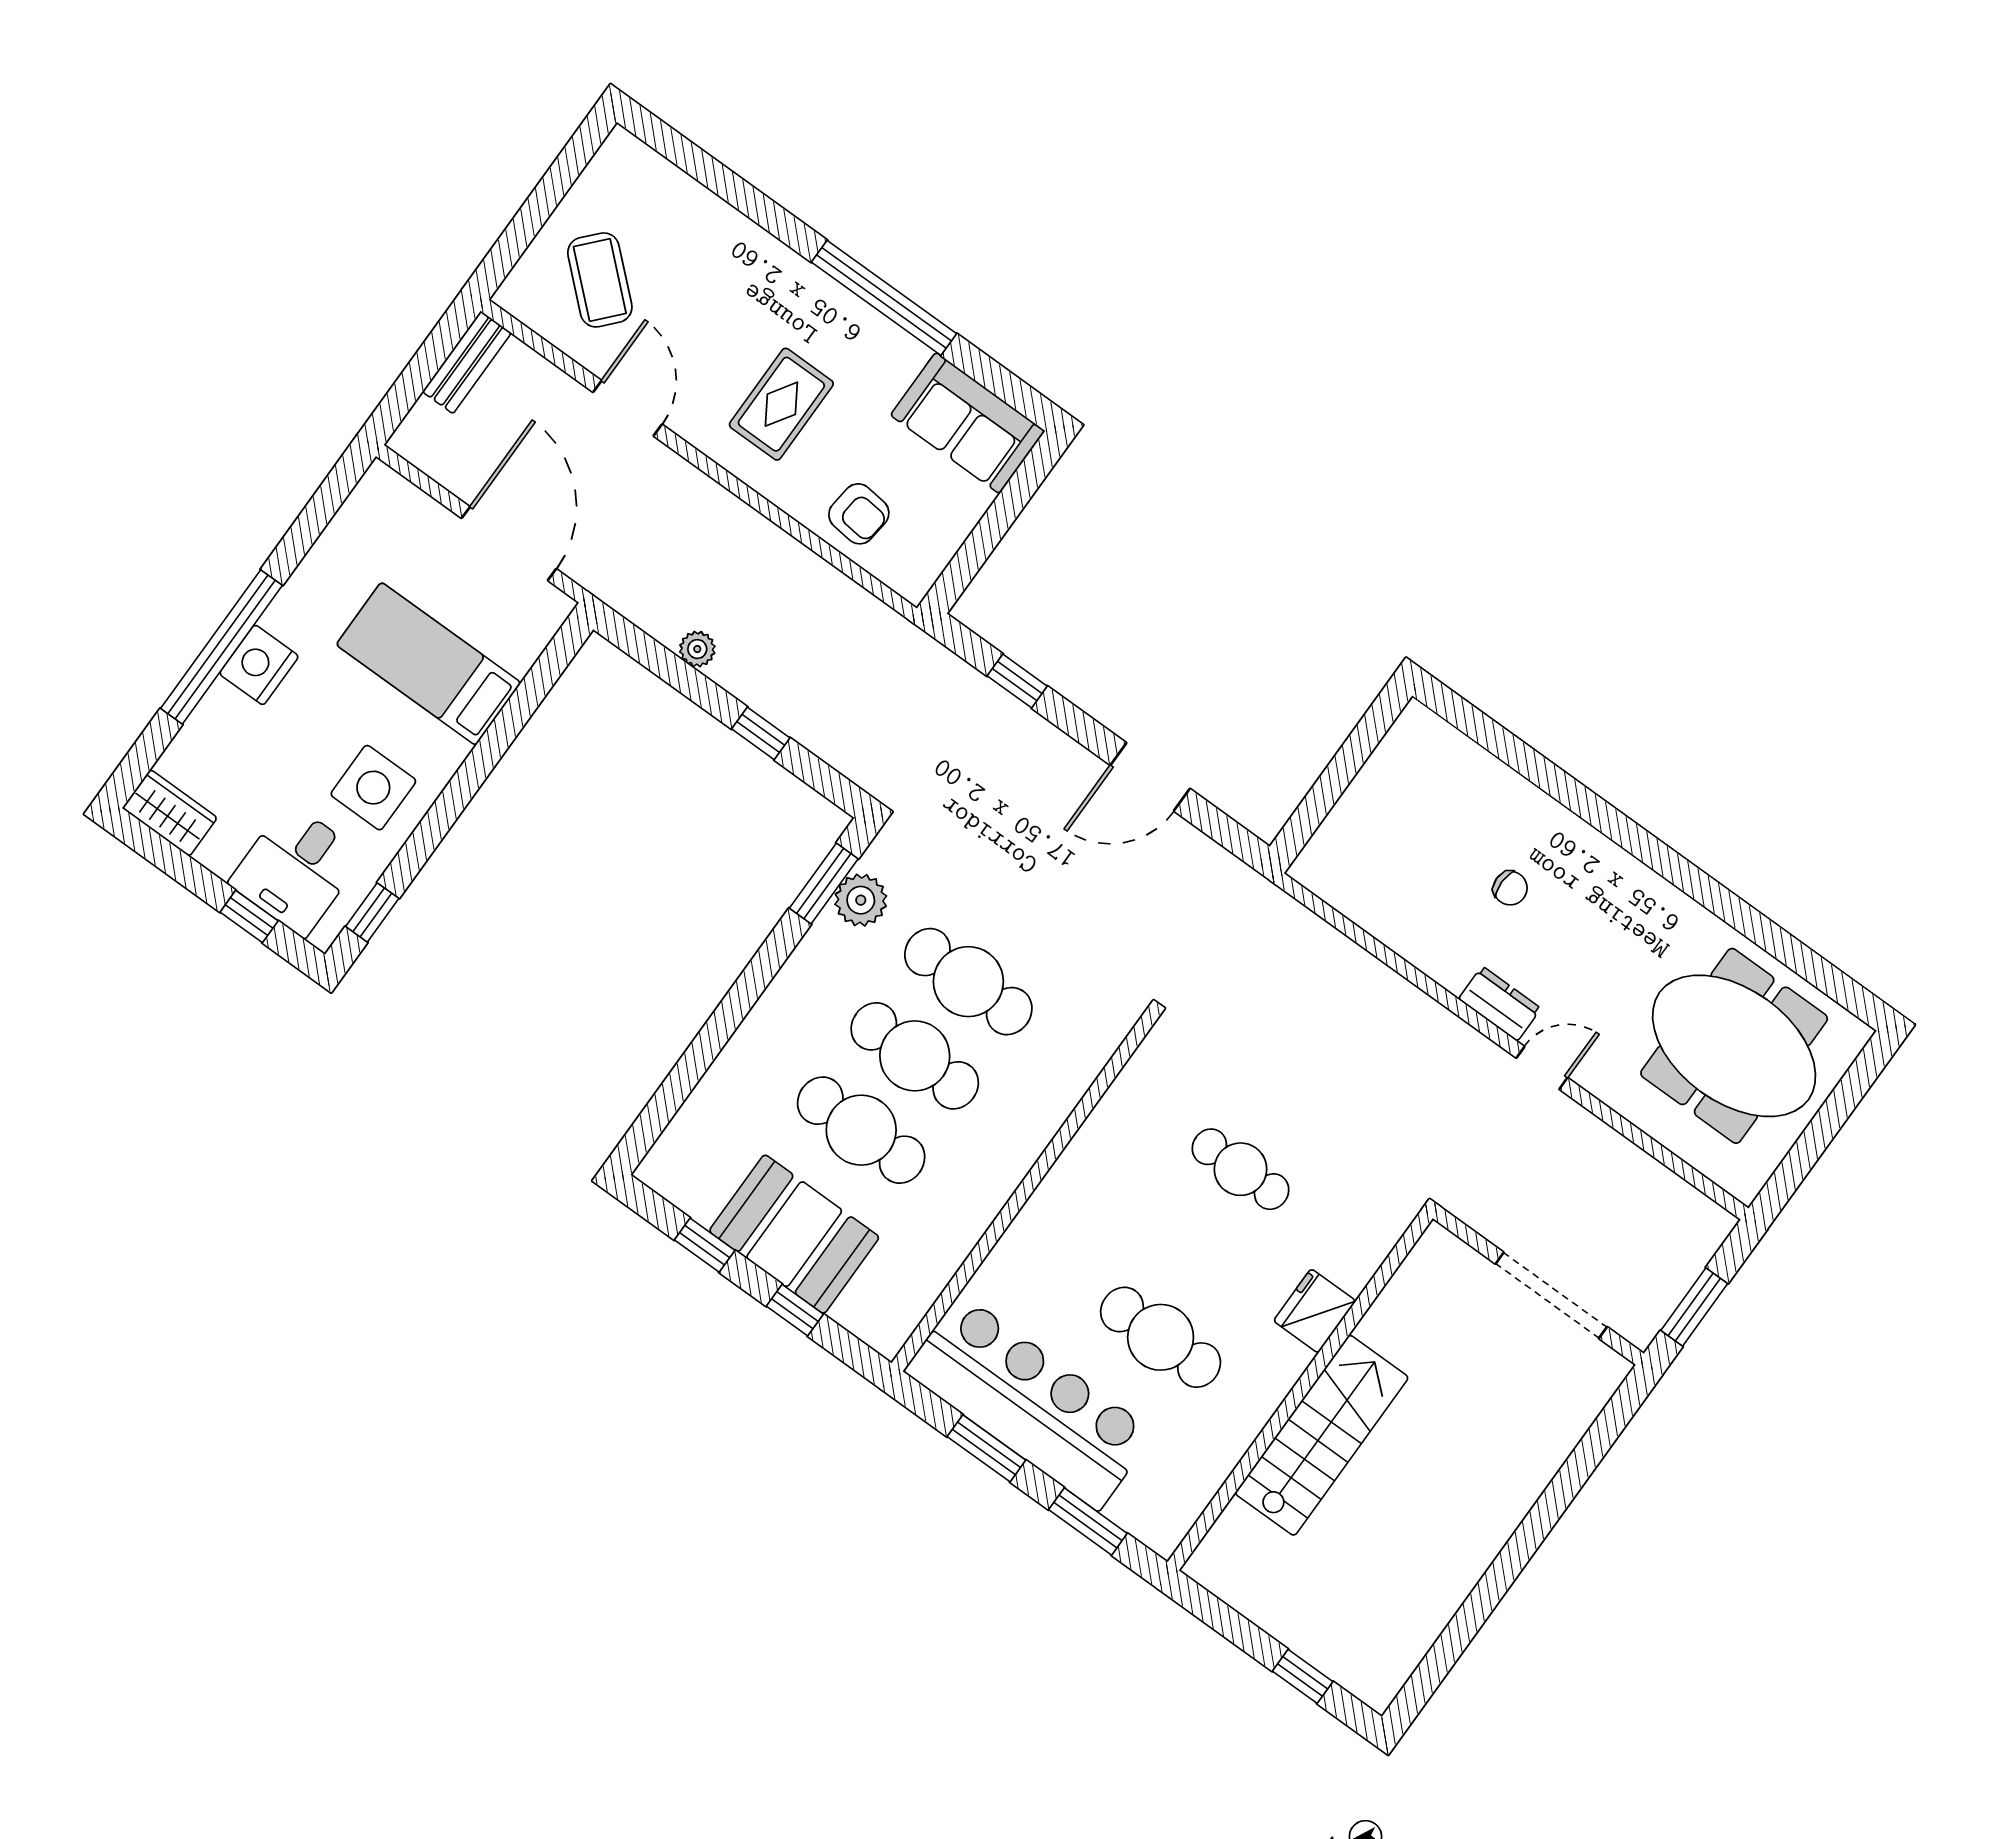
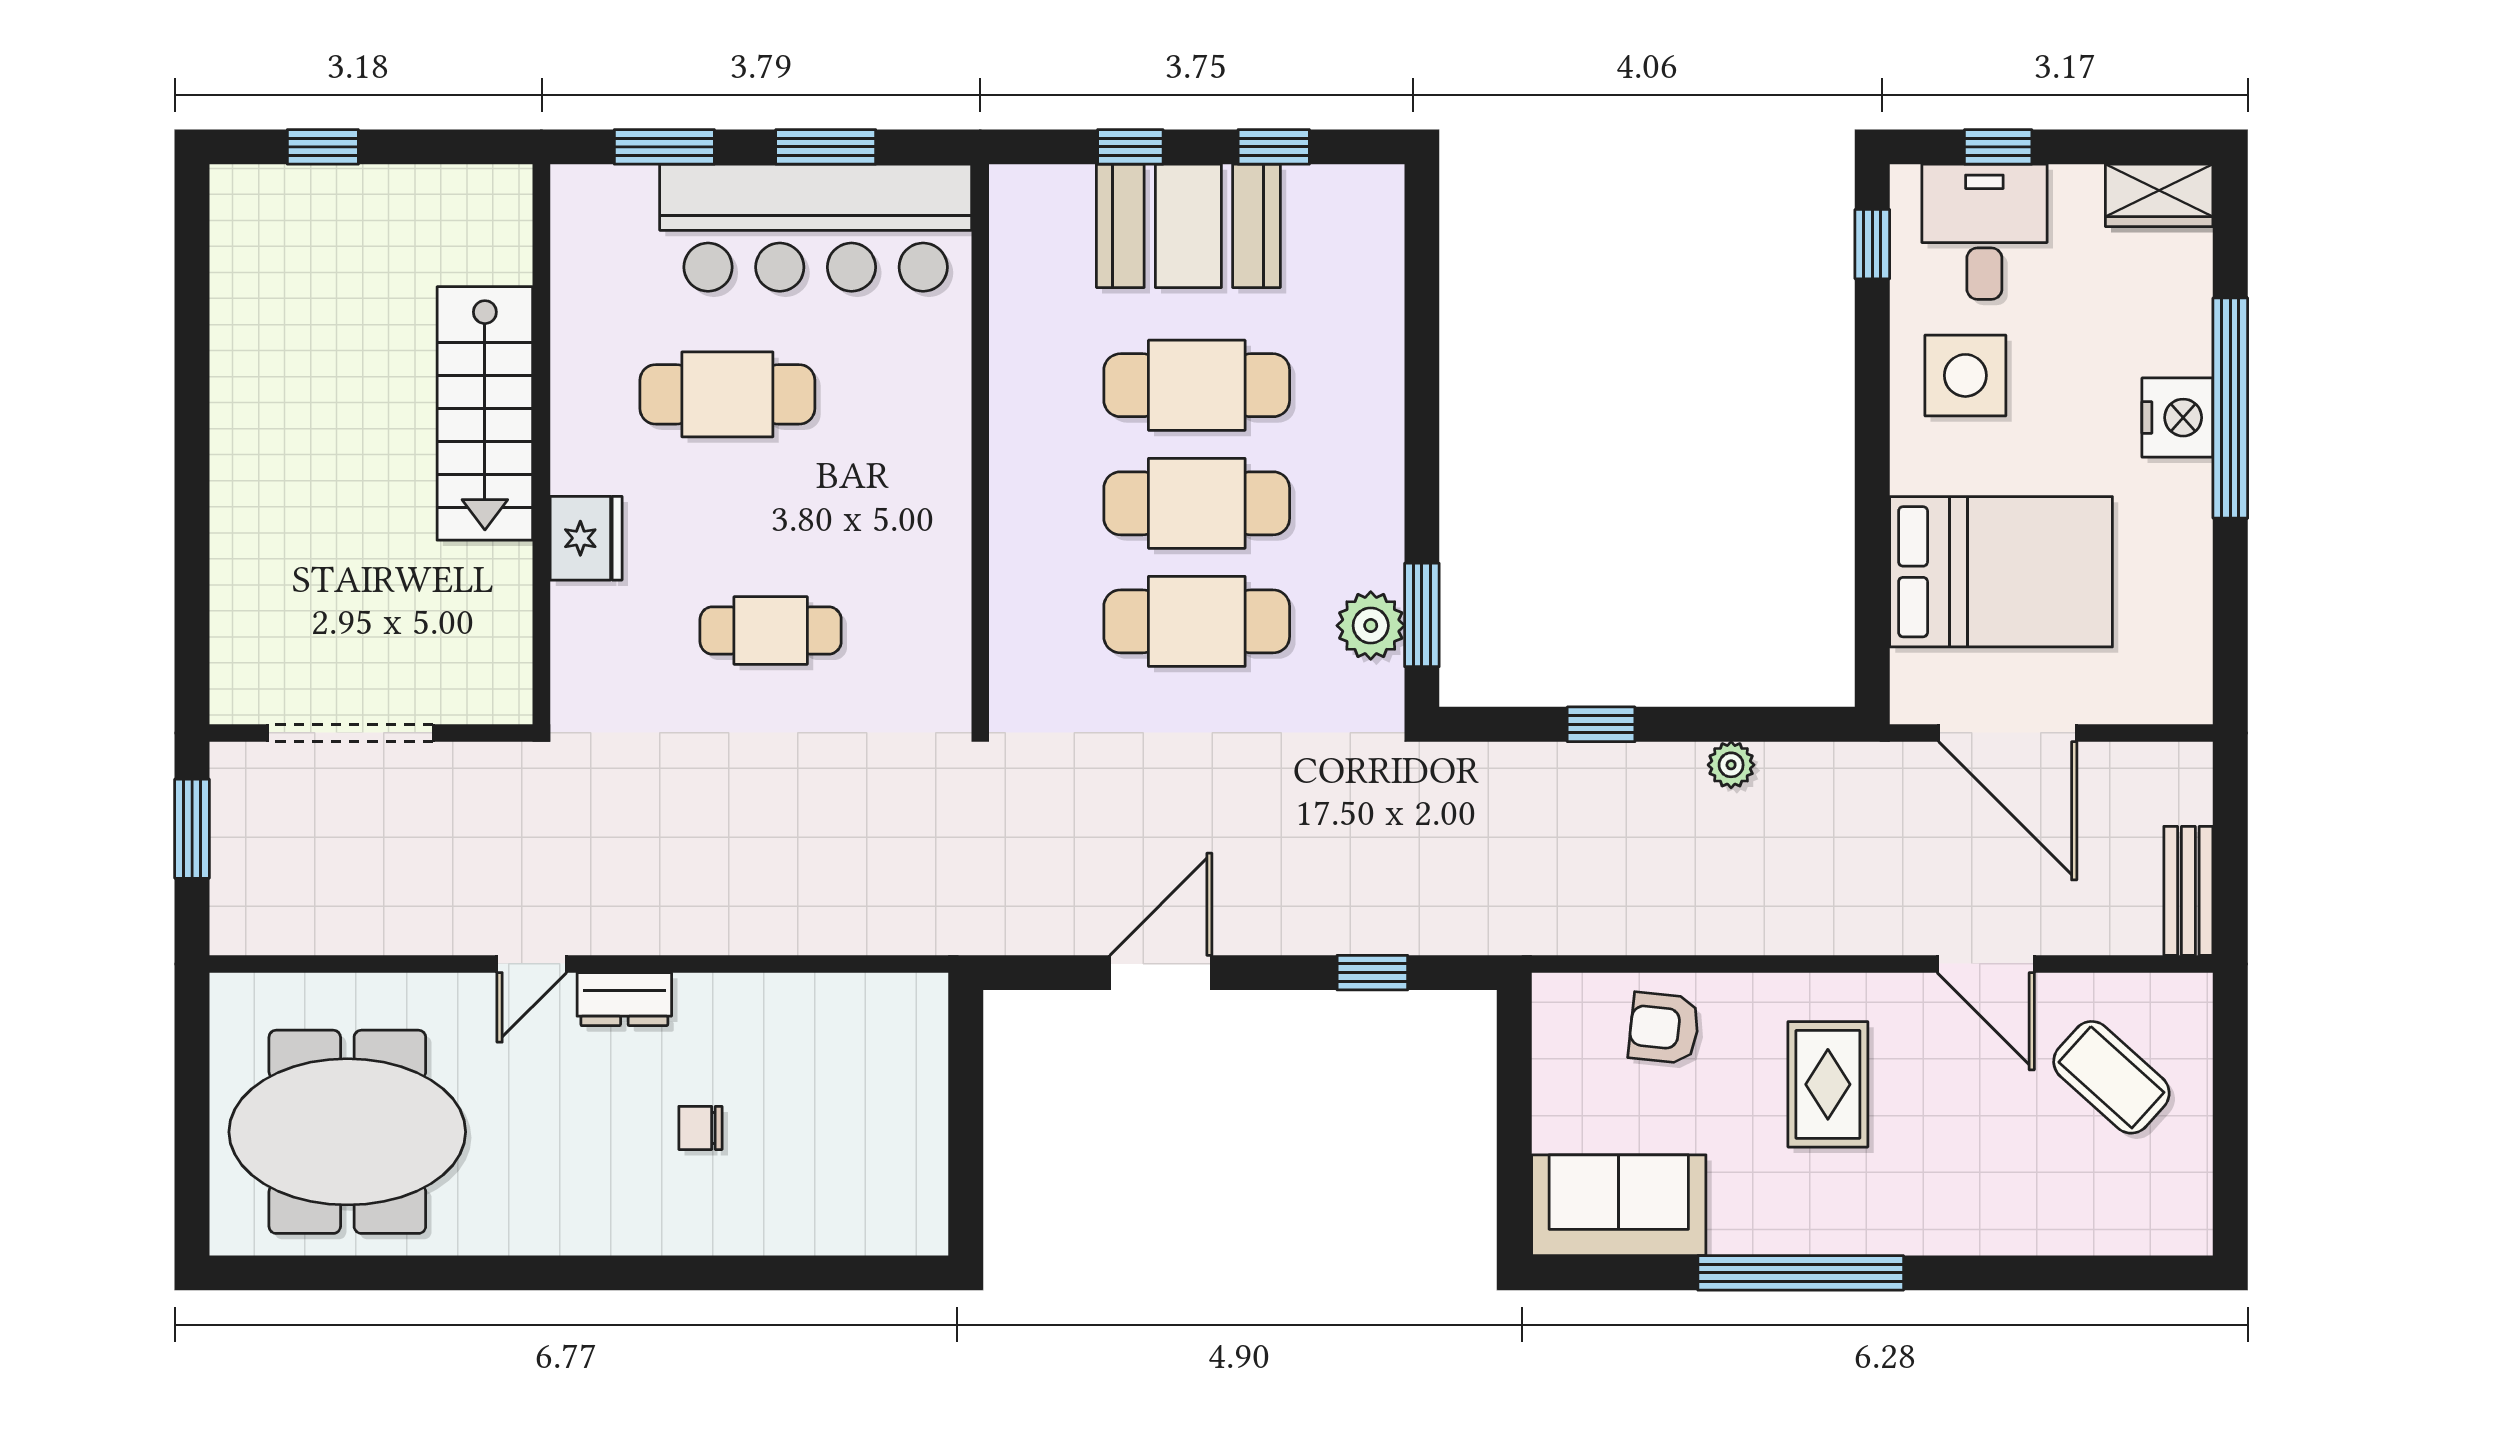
bed: (429, 664) -> (2001, 572), width x1.50

